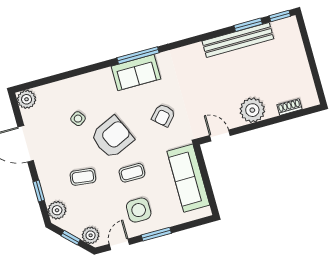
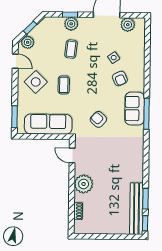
bench: (238, 40) -> (136, 209), moved
plant: (27, 99) -> (128, 25), moved
door: (220, 135) -> (72, 156), swing flipped
armchair: (112, 137) -> (120, 79), moved, width x0.53, depth x0.53
plant: (57, 210) -> (71, 24), moved
side table: (139, 210) -> (36, 82), turned 45
window: (156, 234) -> (15, 117), moved

